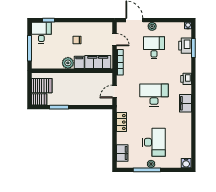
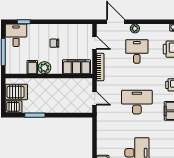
filing cabinet: (79, 62) -> (32, 67), moved
door: (114, 92) -> (95, 98), swing flipped
locker: (121, 122) -> (102, 131), removed

